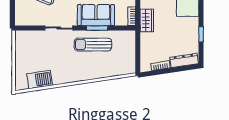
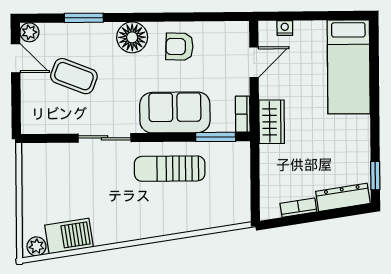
window: (97, 28) -> (216, 137), moved
window: (201, 34) -> (375, 176), moved
plant: (22, 85) -> (36, 246), added

